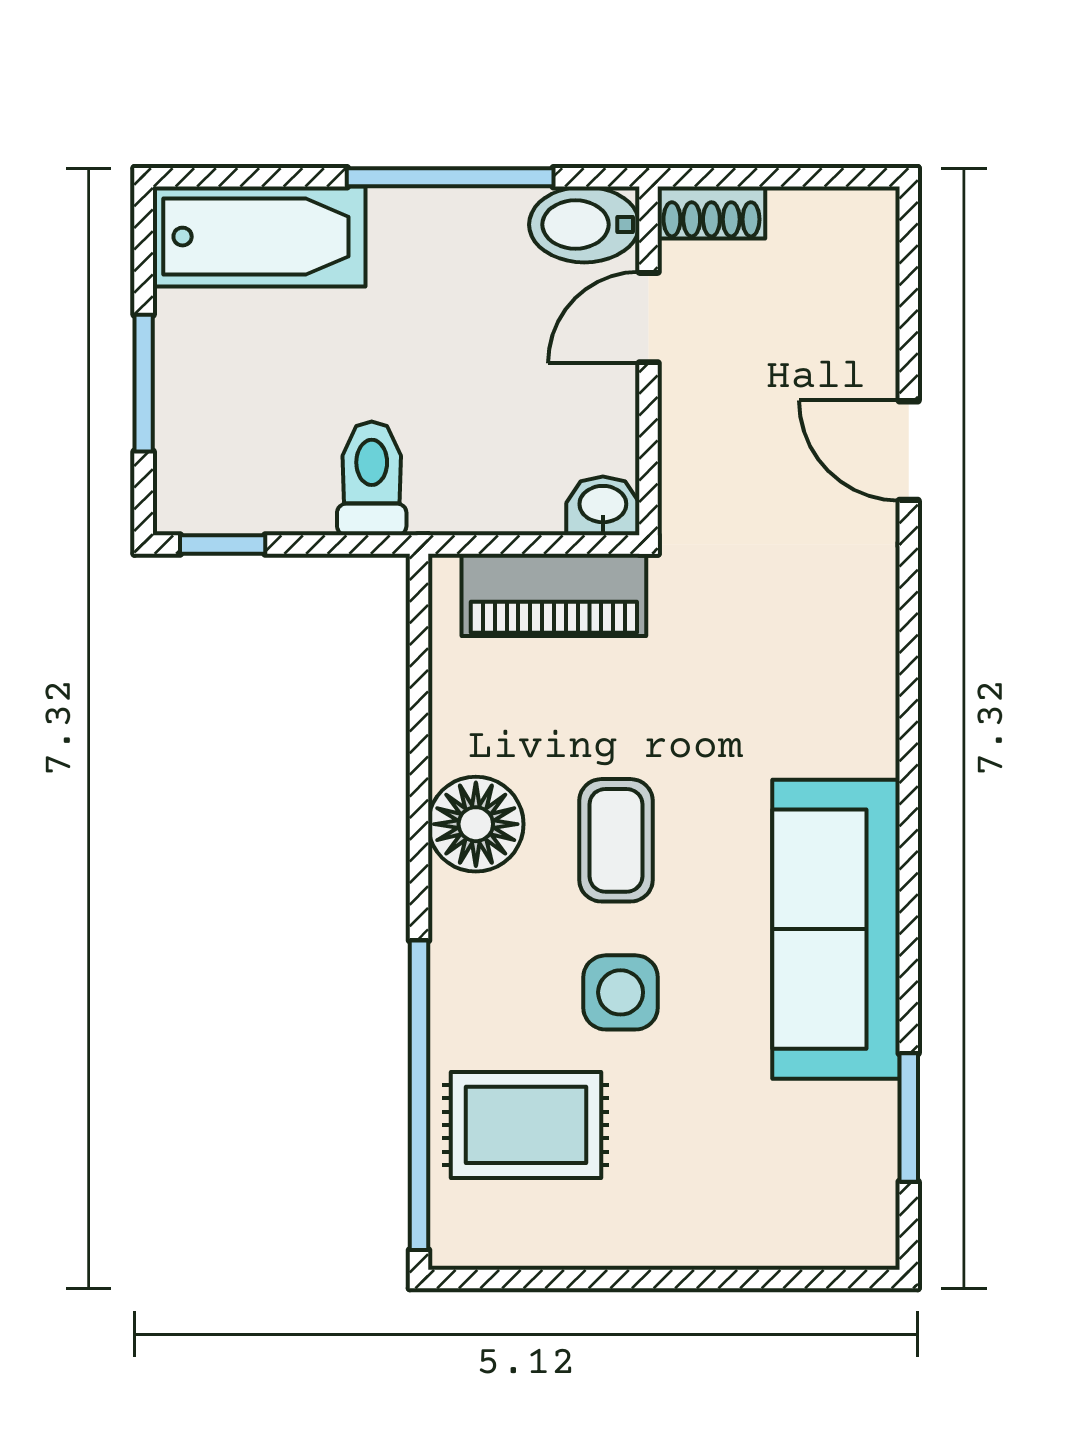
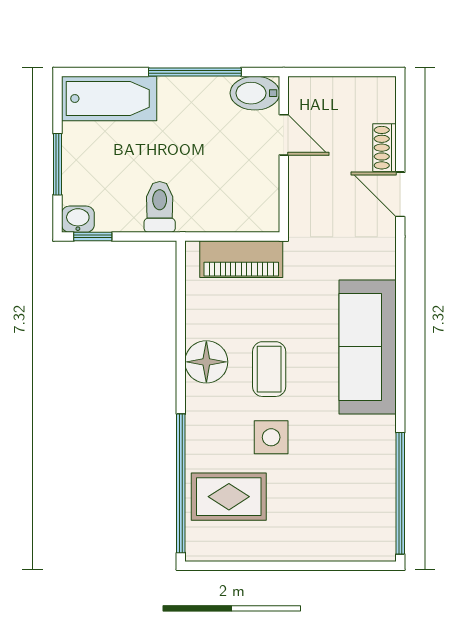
shoe rack: (711, 213) -> (384, 148), moved, turned 90
door: (649, 318) -> (284, 135), swing flipped
washbasin: (603, 506) -> (78, 219), moved
sofa: (836, 929) -> (368, 347), moved
window: (909, 1118) -> (400, 493), width x2.11

